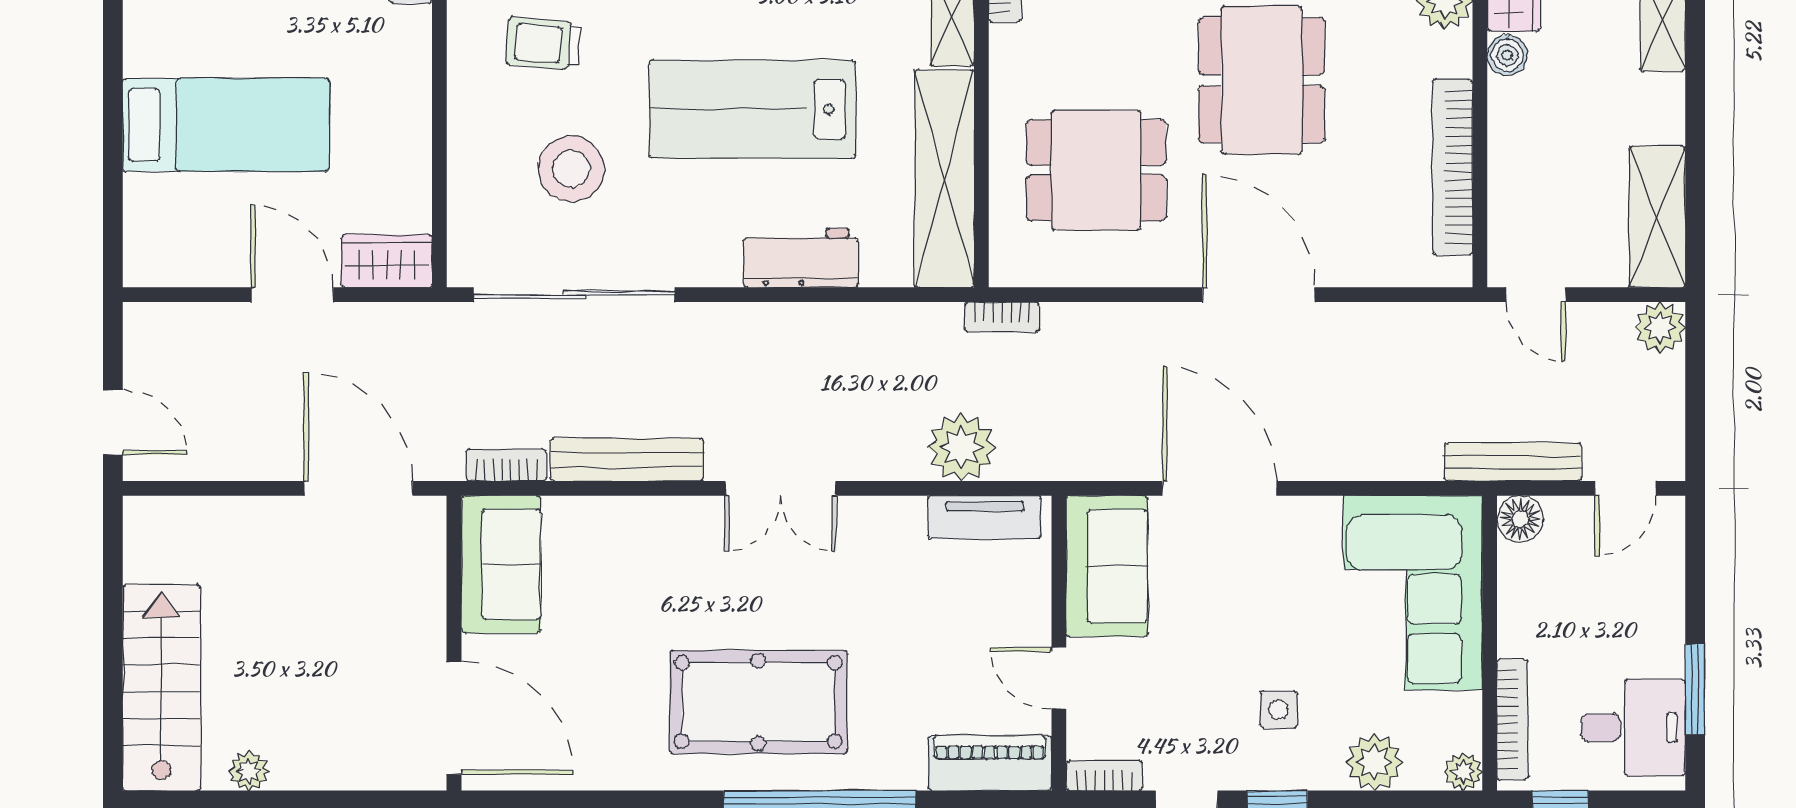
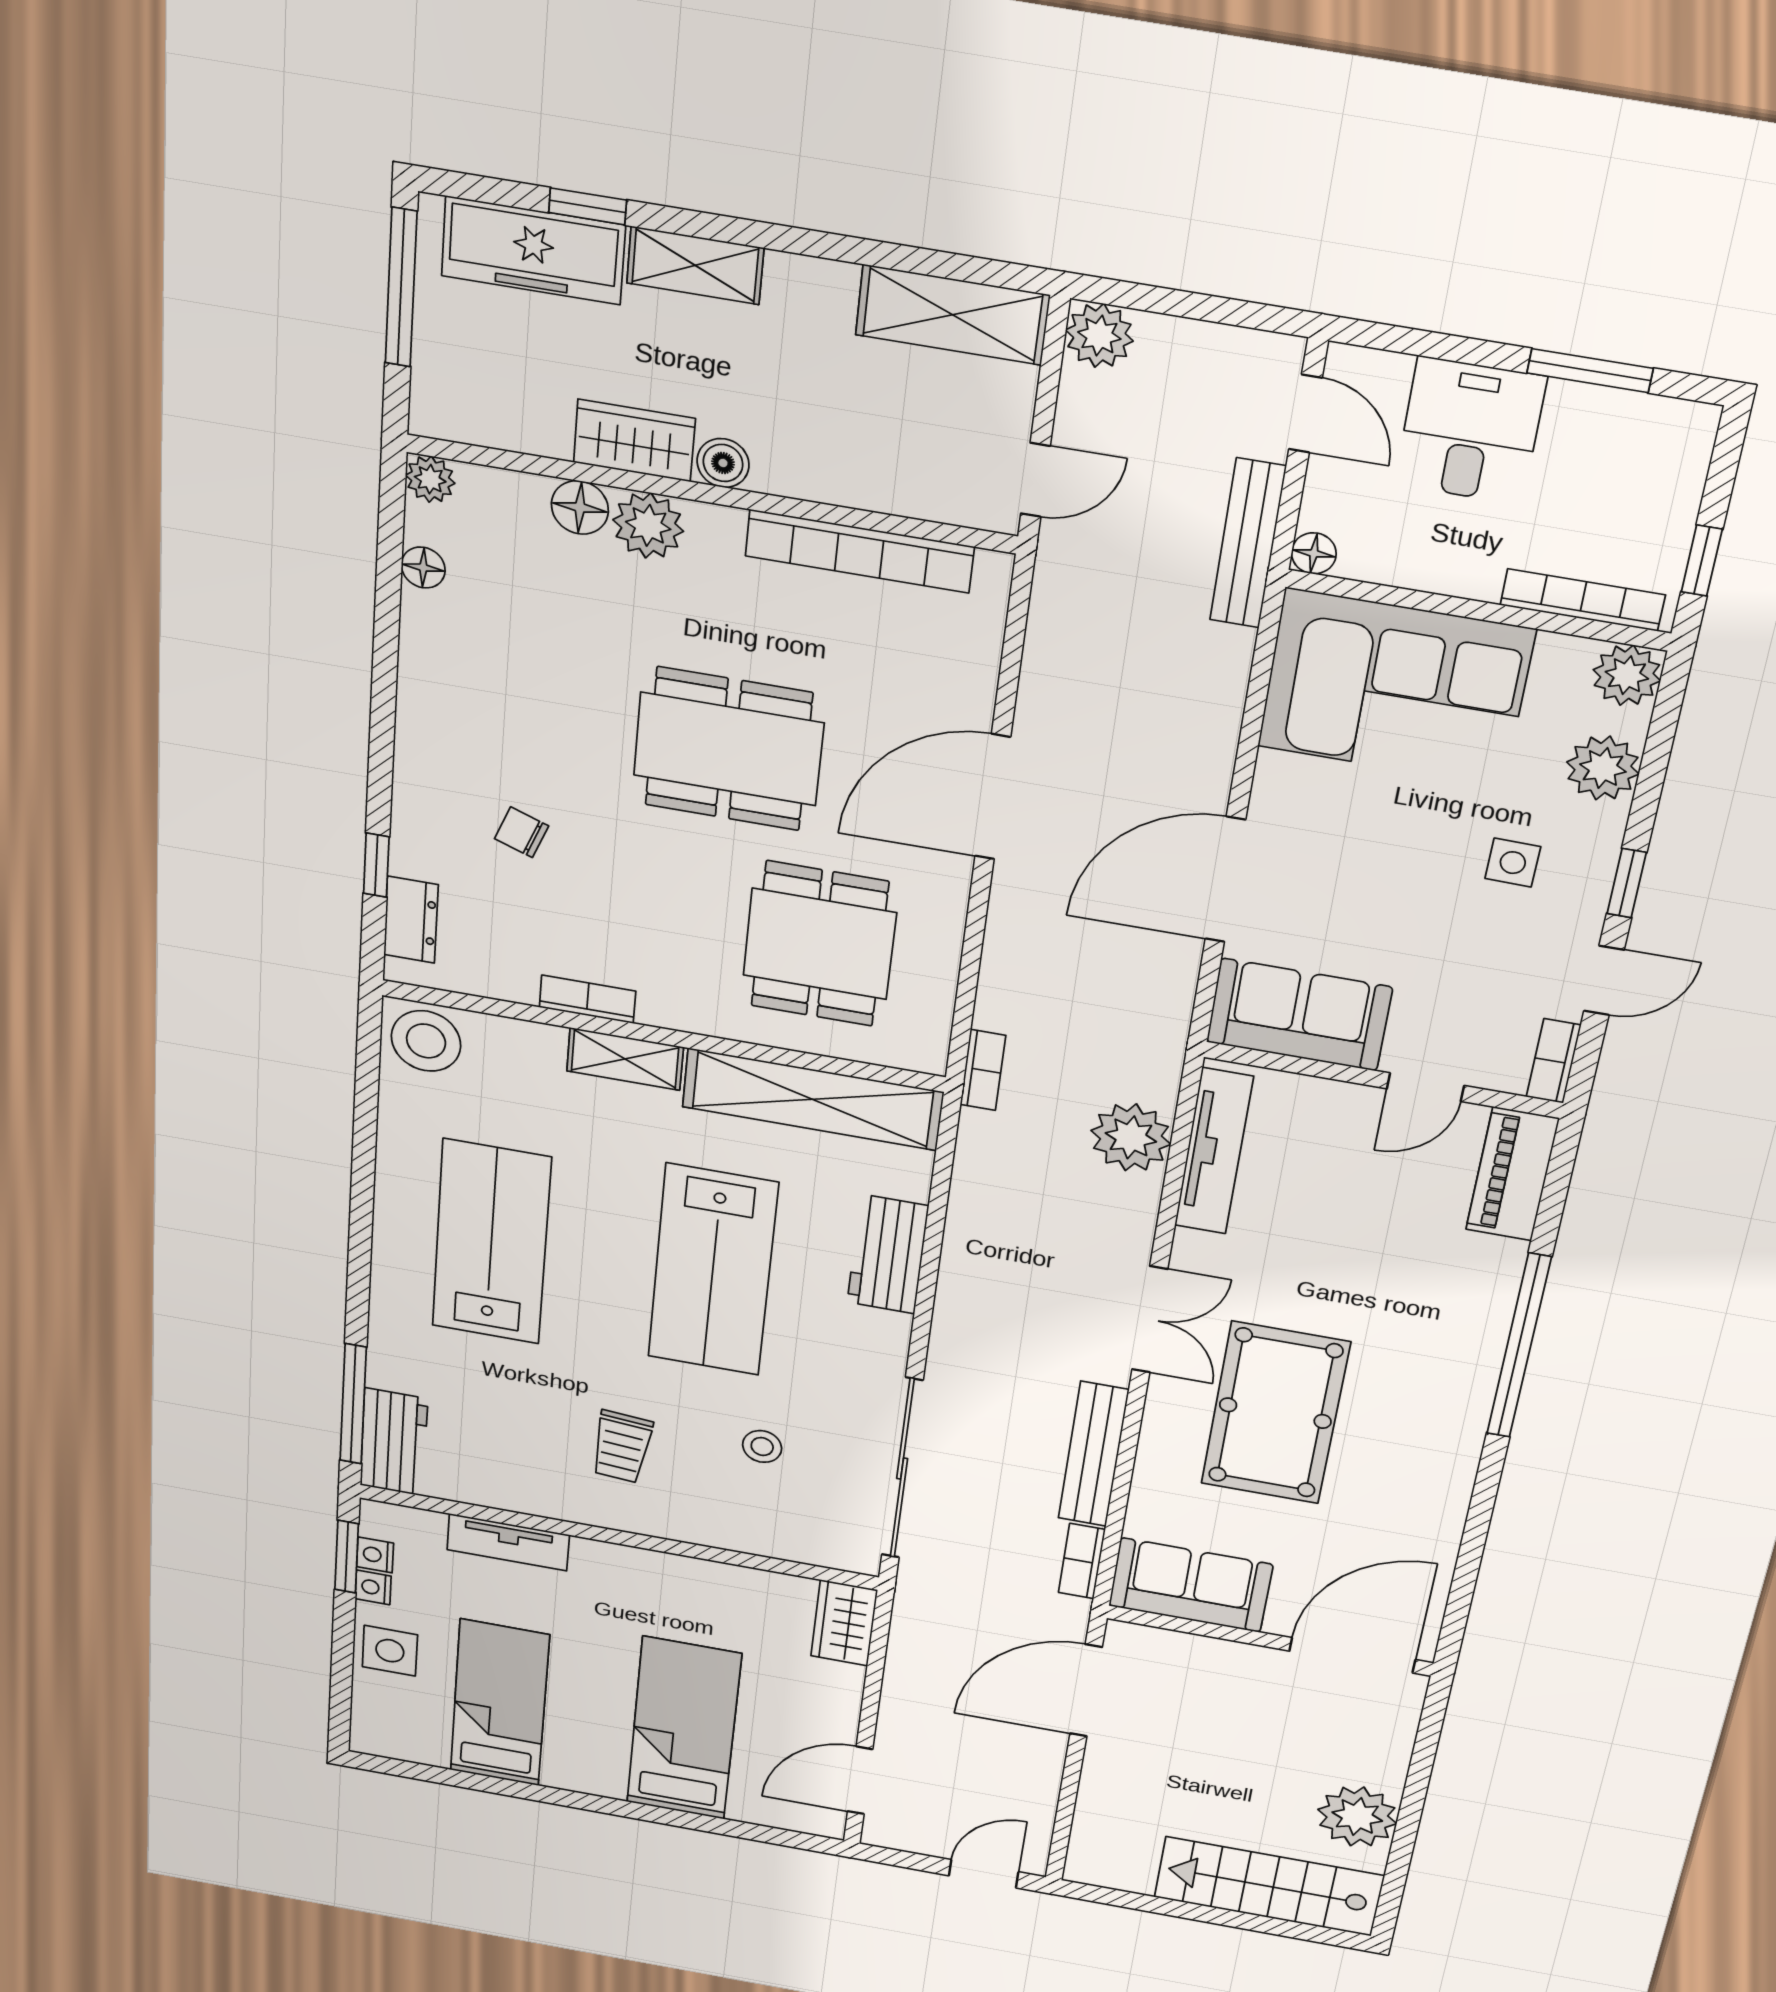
stool: (571, 169) -> (762, 1446), width x0.53, depth x0.53
door: (292, 295) -> (860, 1780), moved
tv unit: (985, 517) -> (1214, 1151), width x1.41
floor lamp: (1520, 519) -> (1314, 553), width x0.73, depth x0.73
pool table: (758, 702) -> (1275, 1413), moved
desk: (1633, 728) -> (1470, 431), moved
plant: (249, 771) -> (1357, 1817), width x1.87, depth x1.87
plant: (1463, 772) -> (1627, 675), width x1.38, depth x1.38

